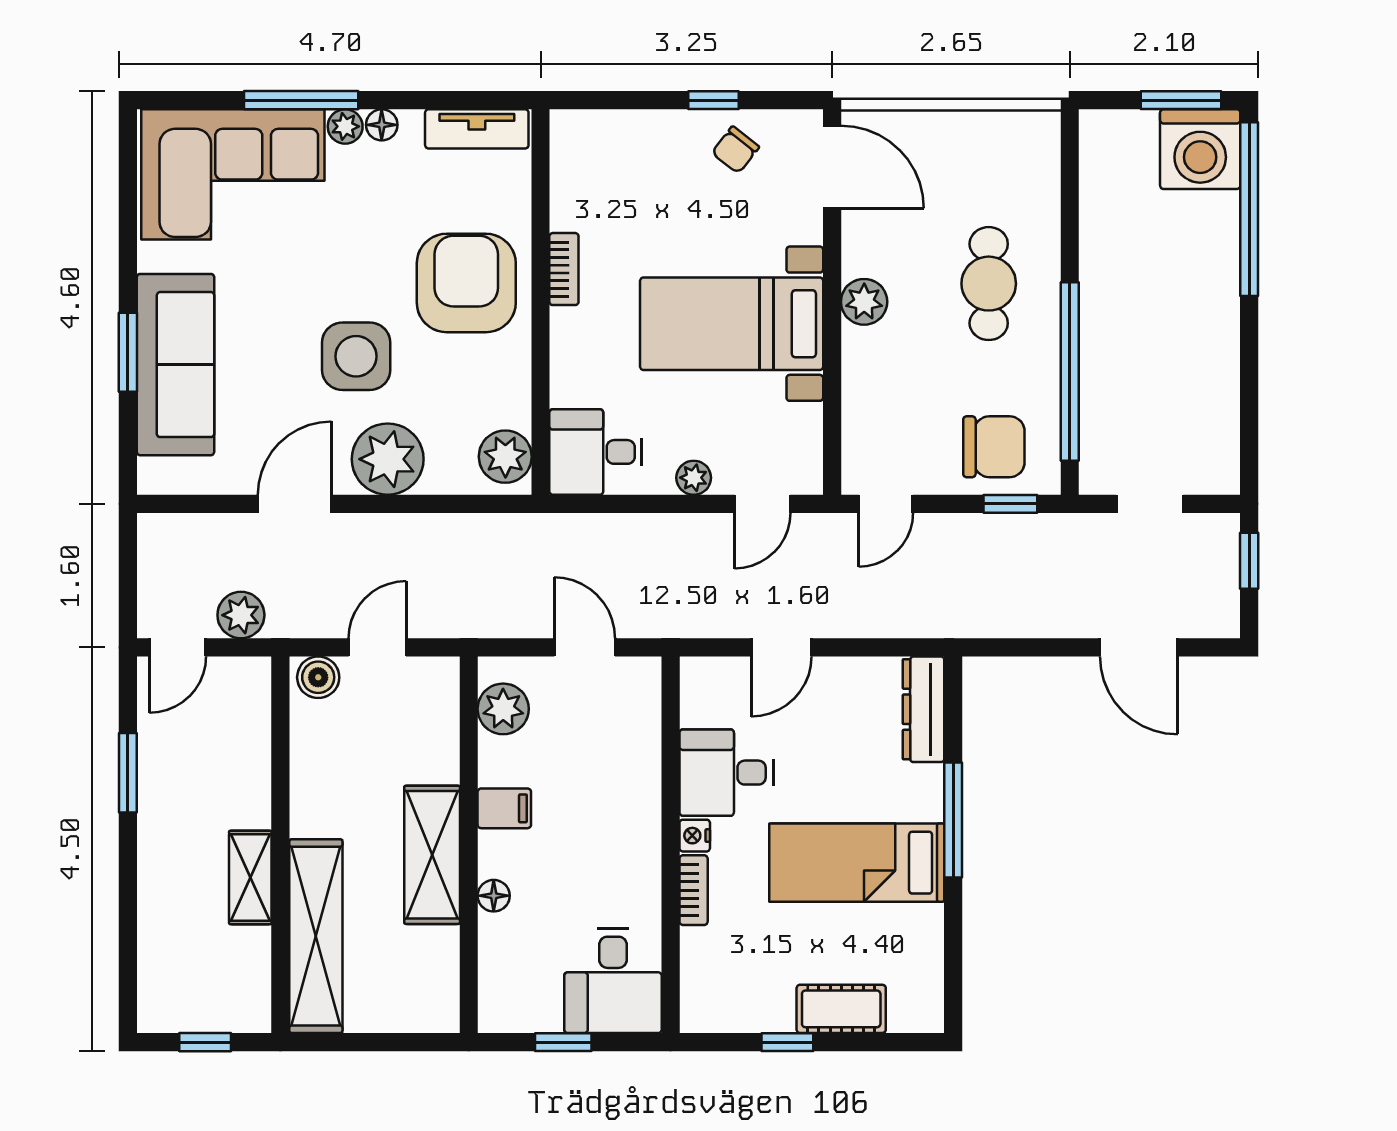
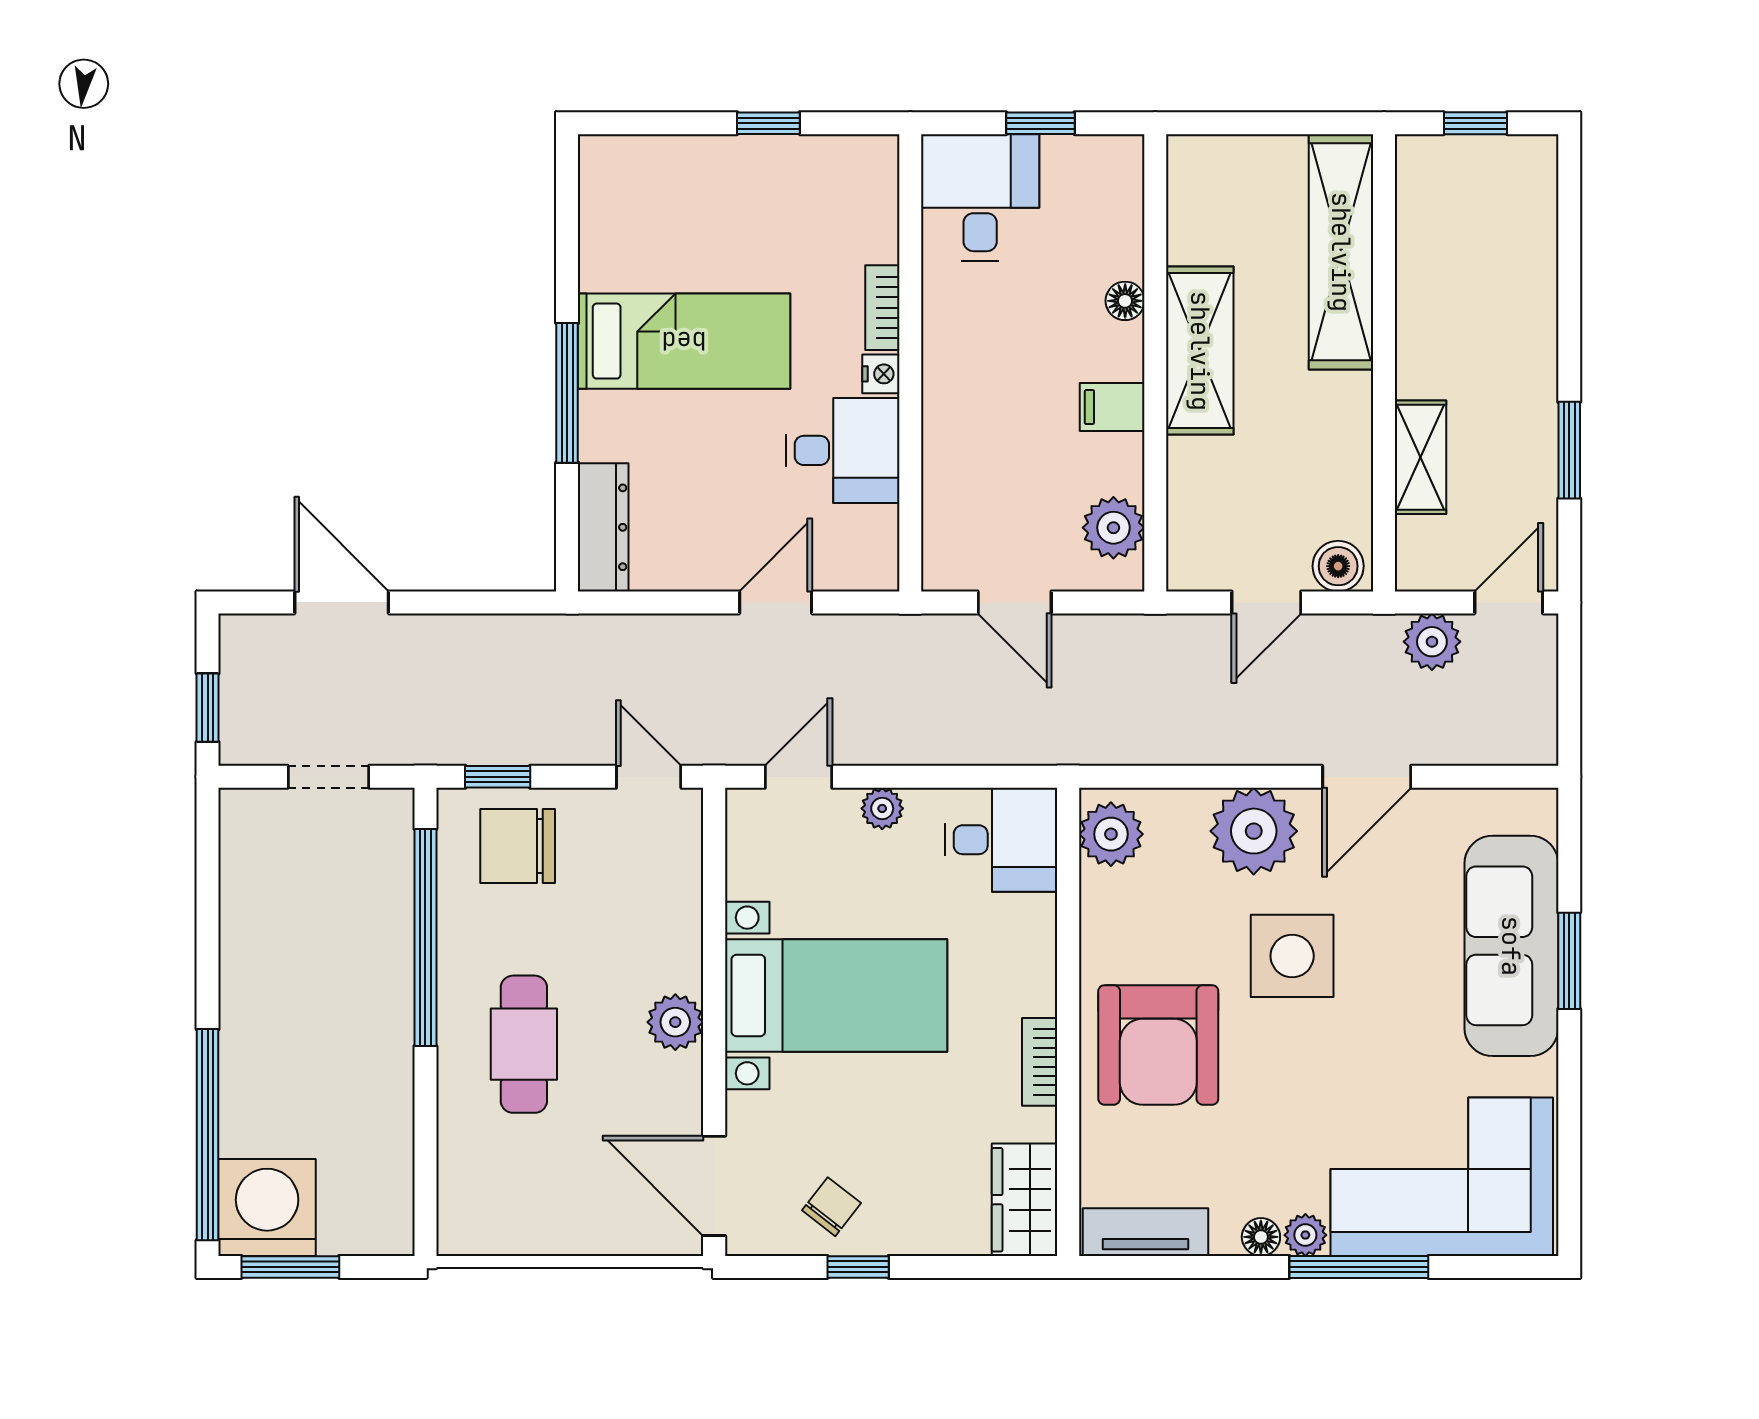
wardrobe: (576, 156) -> (1025, 1200), added
door: (886, 504) -> (649, 777), hinge flipped
shelving: (250, 877) -> (1421, 457), moved
cot: (841, 1009) -> (703, 163), removed

